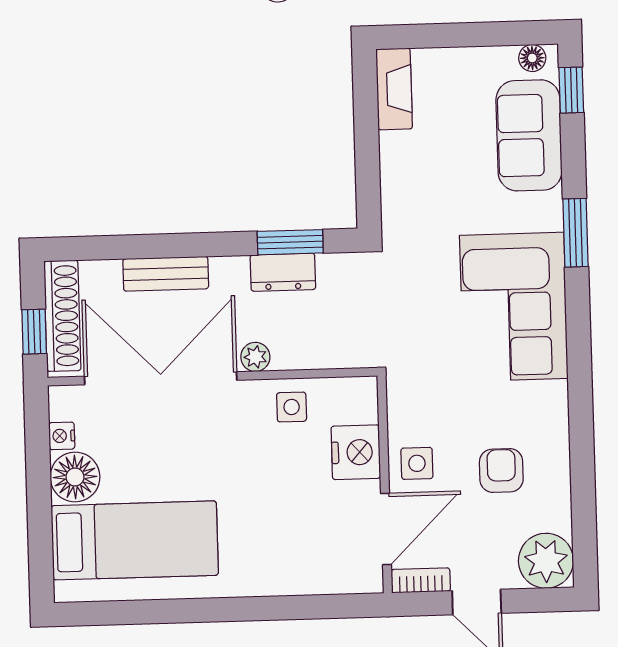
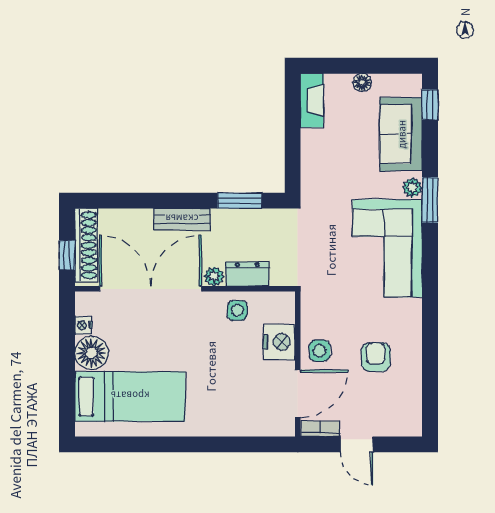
floor lamp: (532, 58) -> (362, 83), moved
dresser: (283, 272) -> (247, 274), moved, turned 180
bench: (166, 274) -> (182, 219), moved
plant: (546, 561) -> (412, 188), moved, width x0.53, depth x0.53

